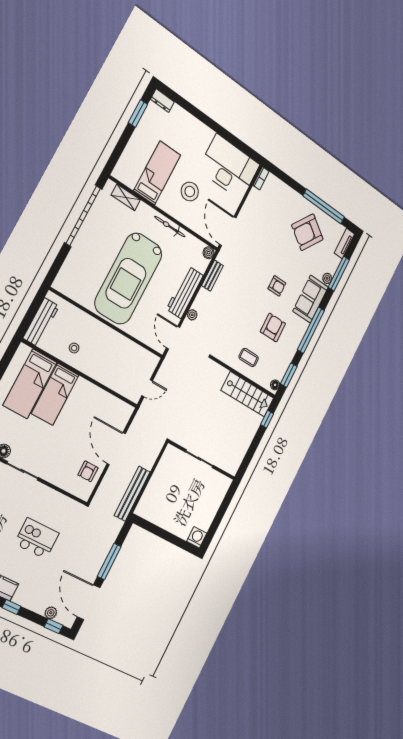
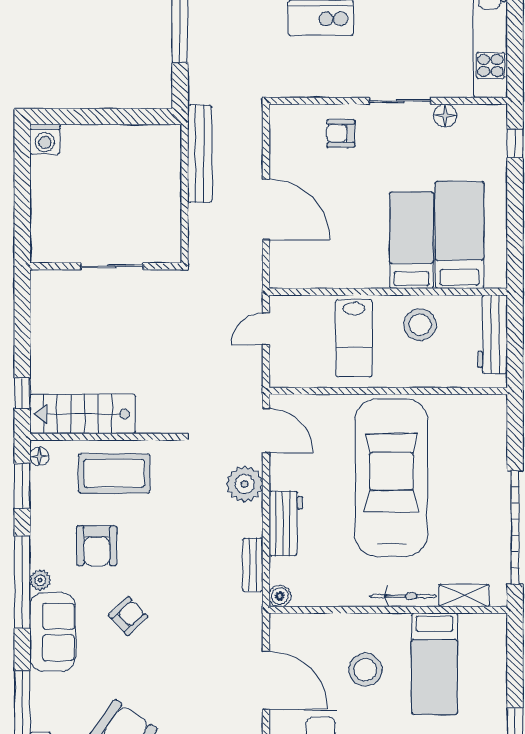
bicycle: (170, 227) -> (403, 596), moved
door: (228, 231) -> (266, 680), moved
plant: (327, 278) -> (40, 580), moved
armchair: (277, 286) -> (128, 616), turned 137
workbench: (185, 292) -> (286, 523), width x0.73
plant: (192, 315) -> (245, 484), width x1.87, depth x1.87
stool: (74, 348) -> (420, 325), width x1.89, depth x1.89
coffee table: (249, 357) -> (114, 473), width x1.86, depth x1.72
lab bench: (109, 360) -> (354, 338), added
armchair: (88, 471) -> (341, 133), moved, turned -90

